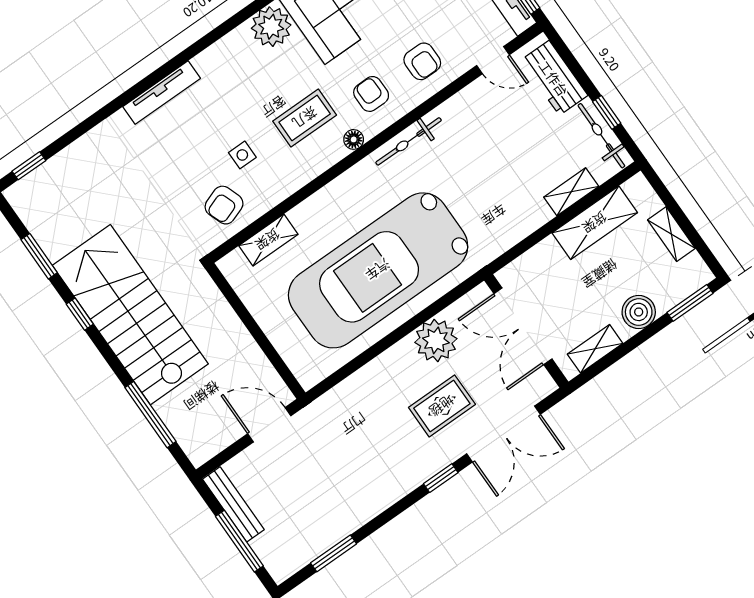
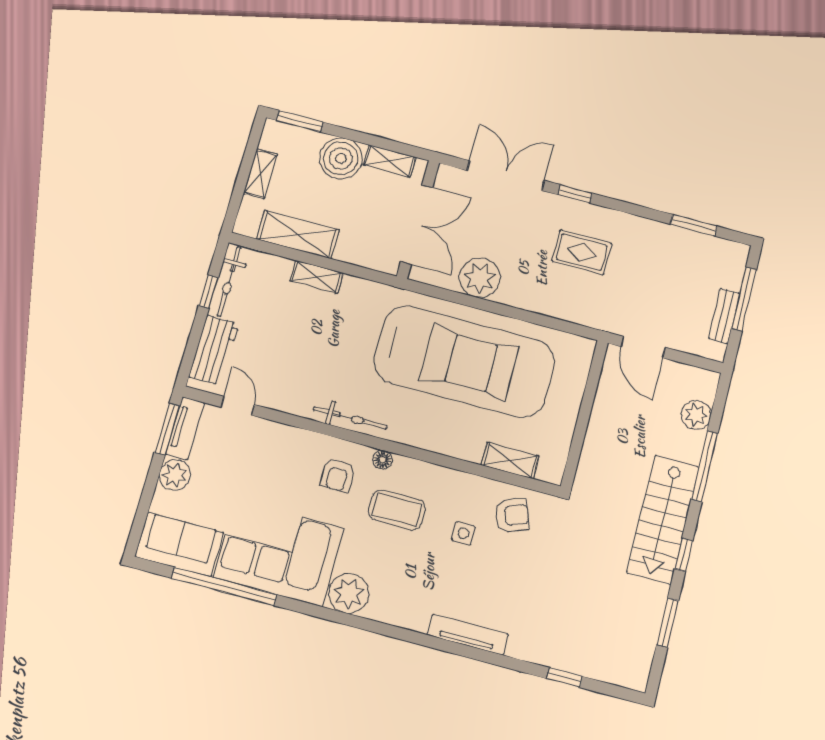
armchair: (422, 61) -> (281, 457), removed
window: (29, 166) -> (564, 677), moved
shelving: (571, 192) -> (317, 277), moved
boiler: (639, 312) -> (341, 158), width x1.37, depth x1.37
stairs: (130, 315) -> (663, 520), width x0.73, depth x0.66
rug: (442, 406) -> (582, 252), moved
window: (150, 415) -> (705, 466), moved
plant: (180, 420) -> (696, 415), added
bench: (233, 504) -> (724, 316), width x0.73

